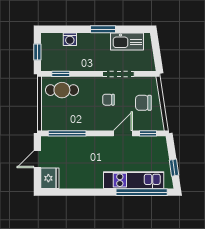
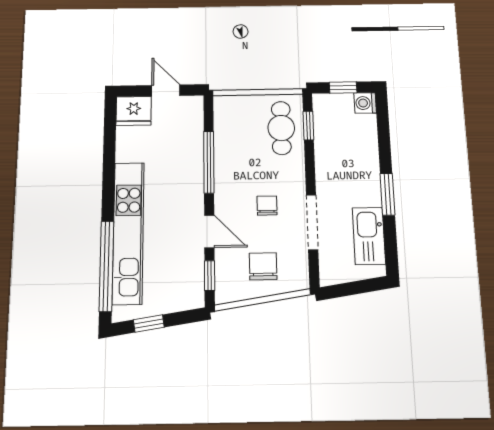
washing machine: (70, 39) -> (365, 103), moved
window: (67, 133) -> (209, 162), moved
kitchen unit: (134, 180) -> (128, 233), width x1.36

